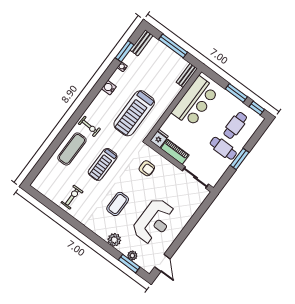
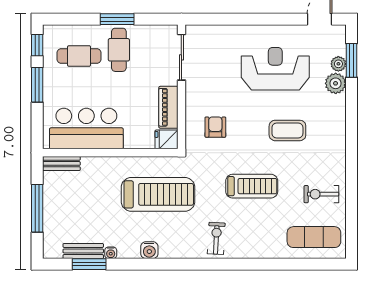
bench: (141, 43) -> (83, 251), moved
exercise mat: (72, 149) -> (314, 237), moved
plant: (114, 240) -> (336, 83), moved

